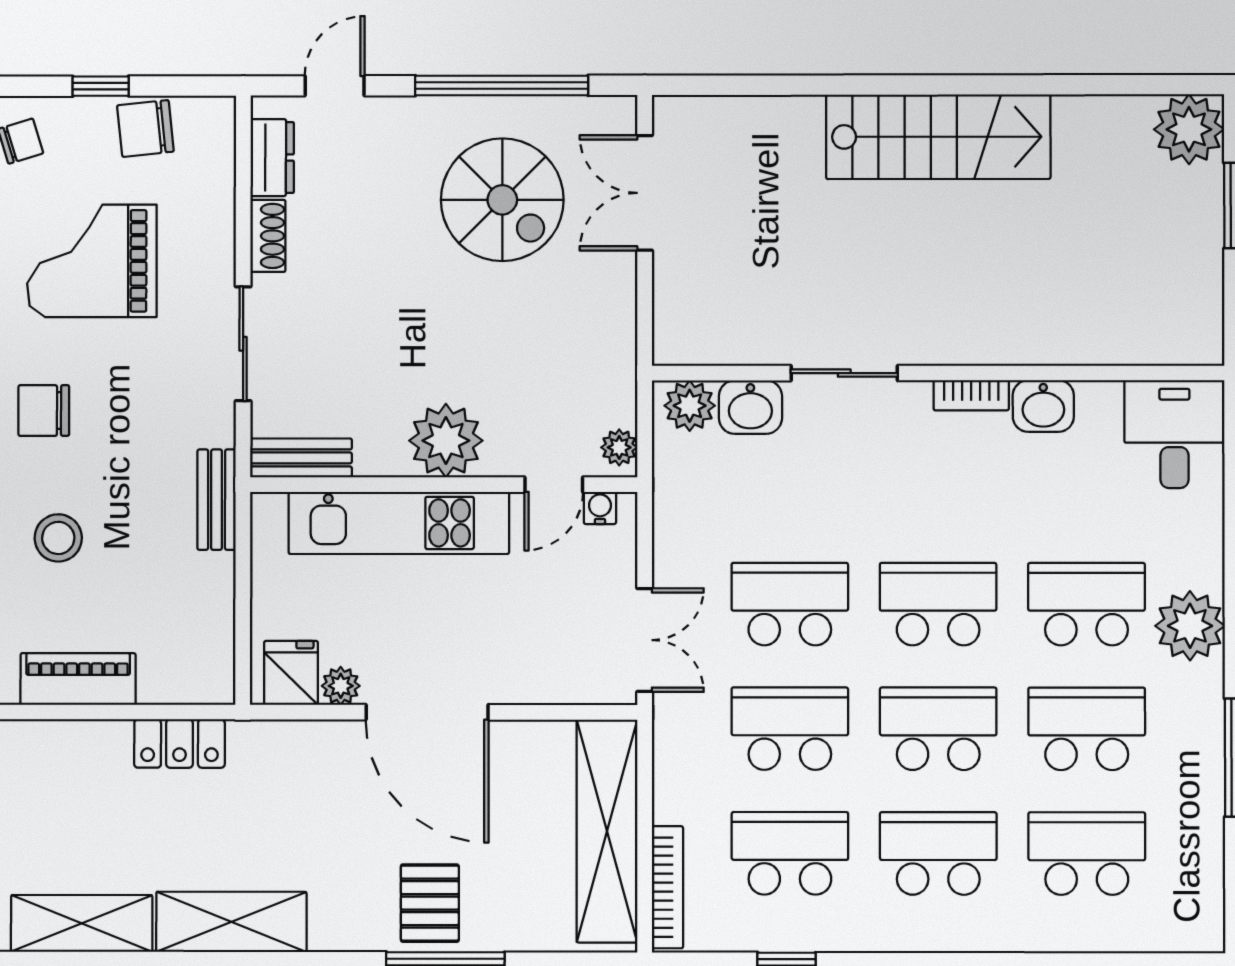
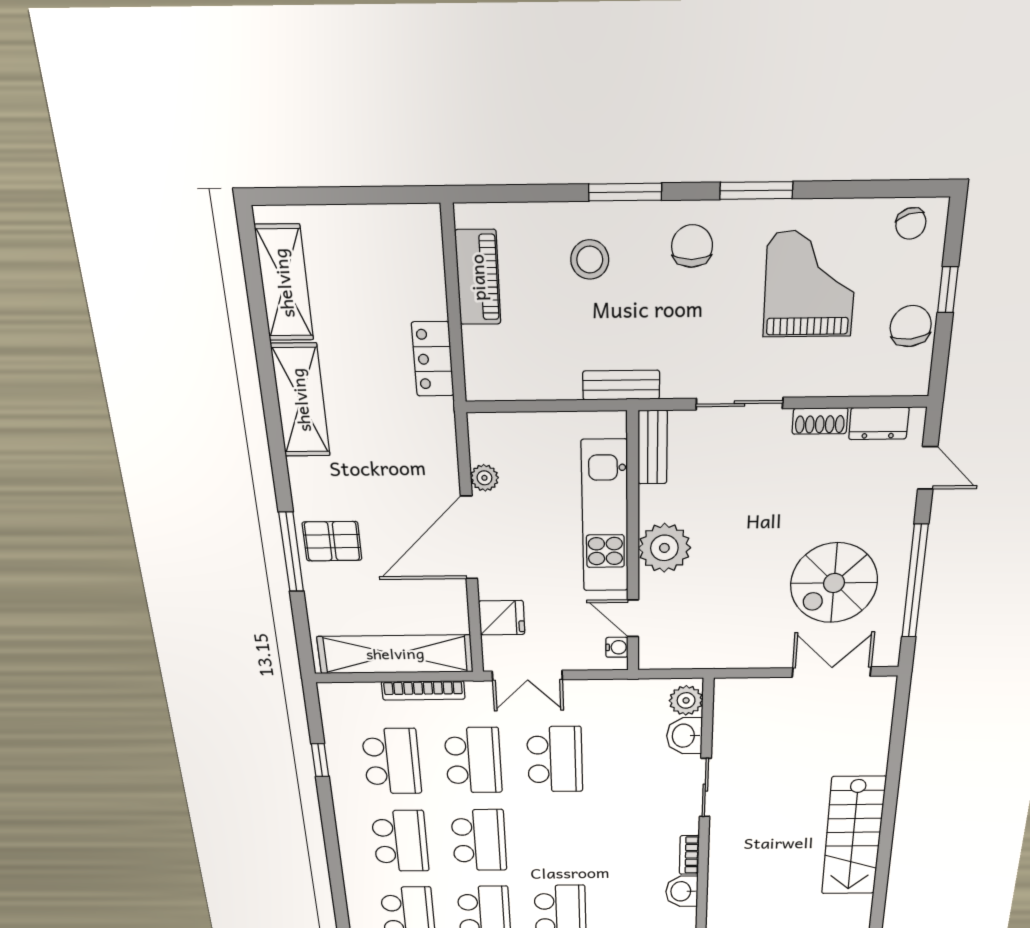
plant: (619, 447) -> (658, 659), removed
school desk: (938, 604) -> (558, 839), removed
fridge: (291, 673) -> (502, 618), moved
bookcase: (667, 887) -> (423, 690), moved

